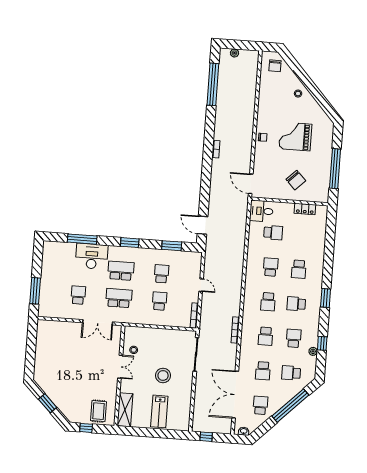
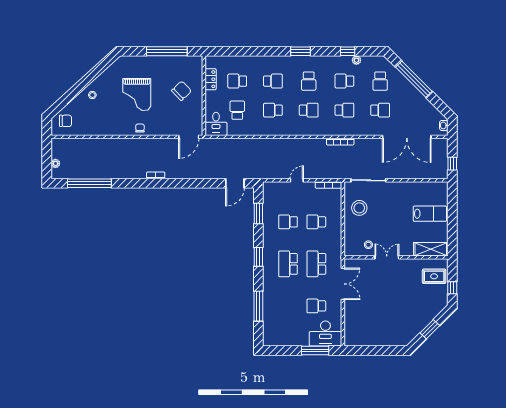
desk: (92, 256) -> (325, 334), moved, turned -90
stool: (163, 375) -> (359, 208), moved
school desk: (260, 405) -> (237, 81), moved

